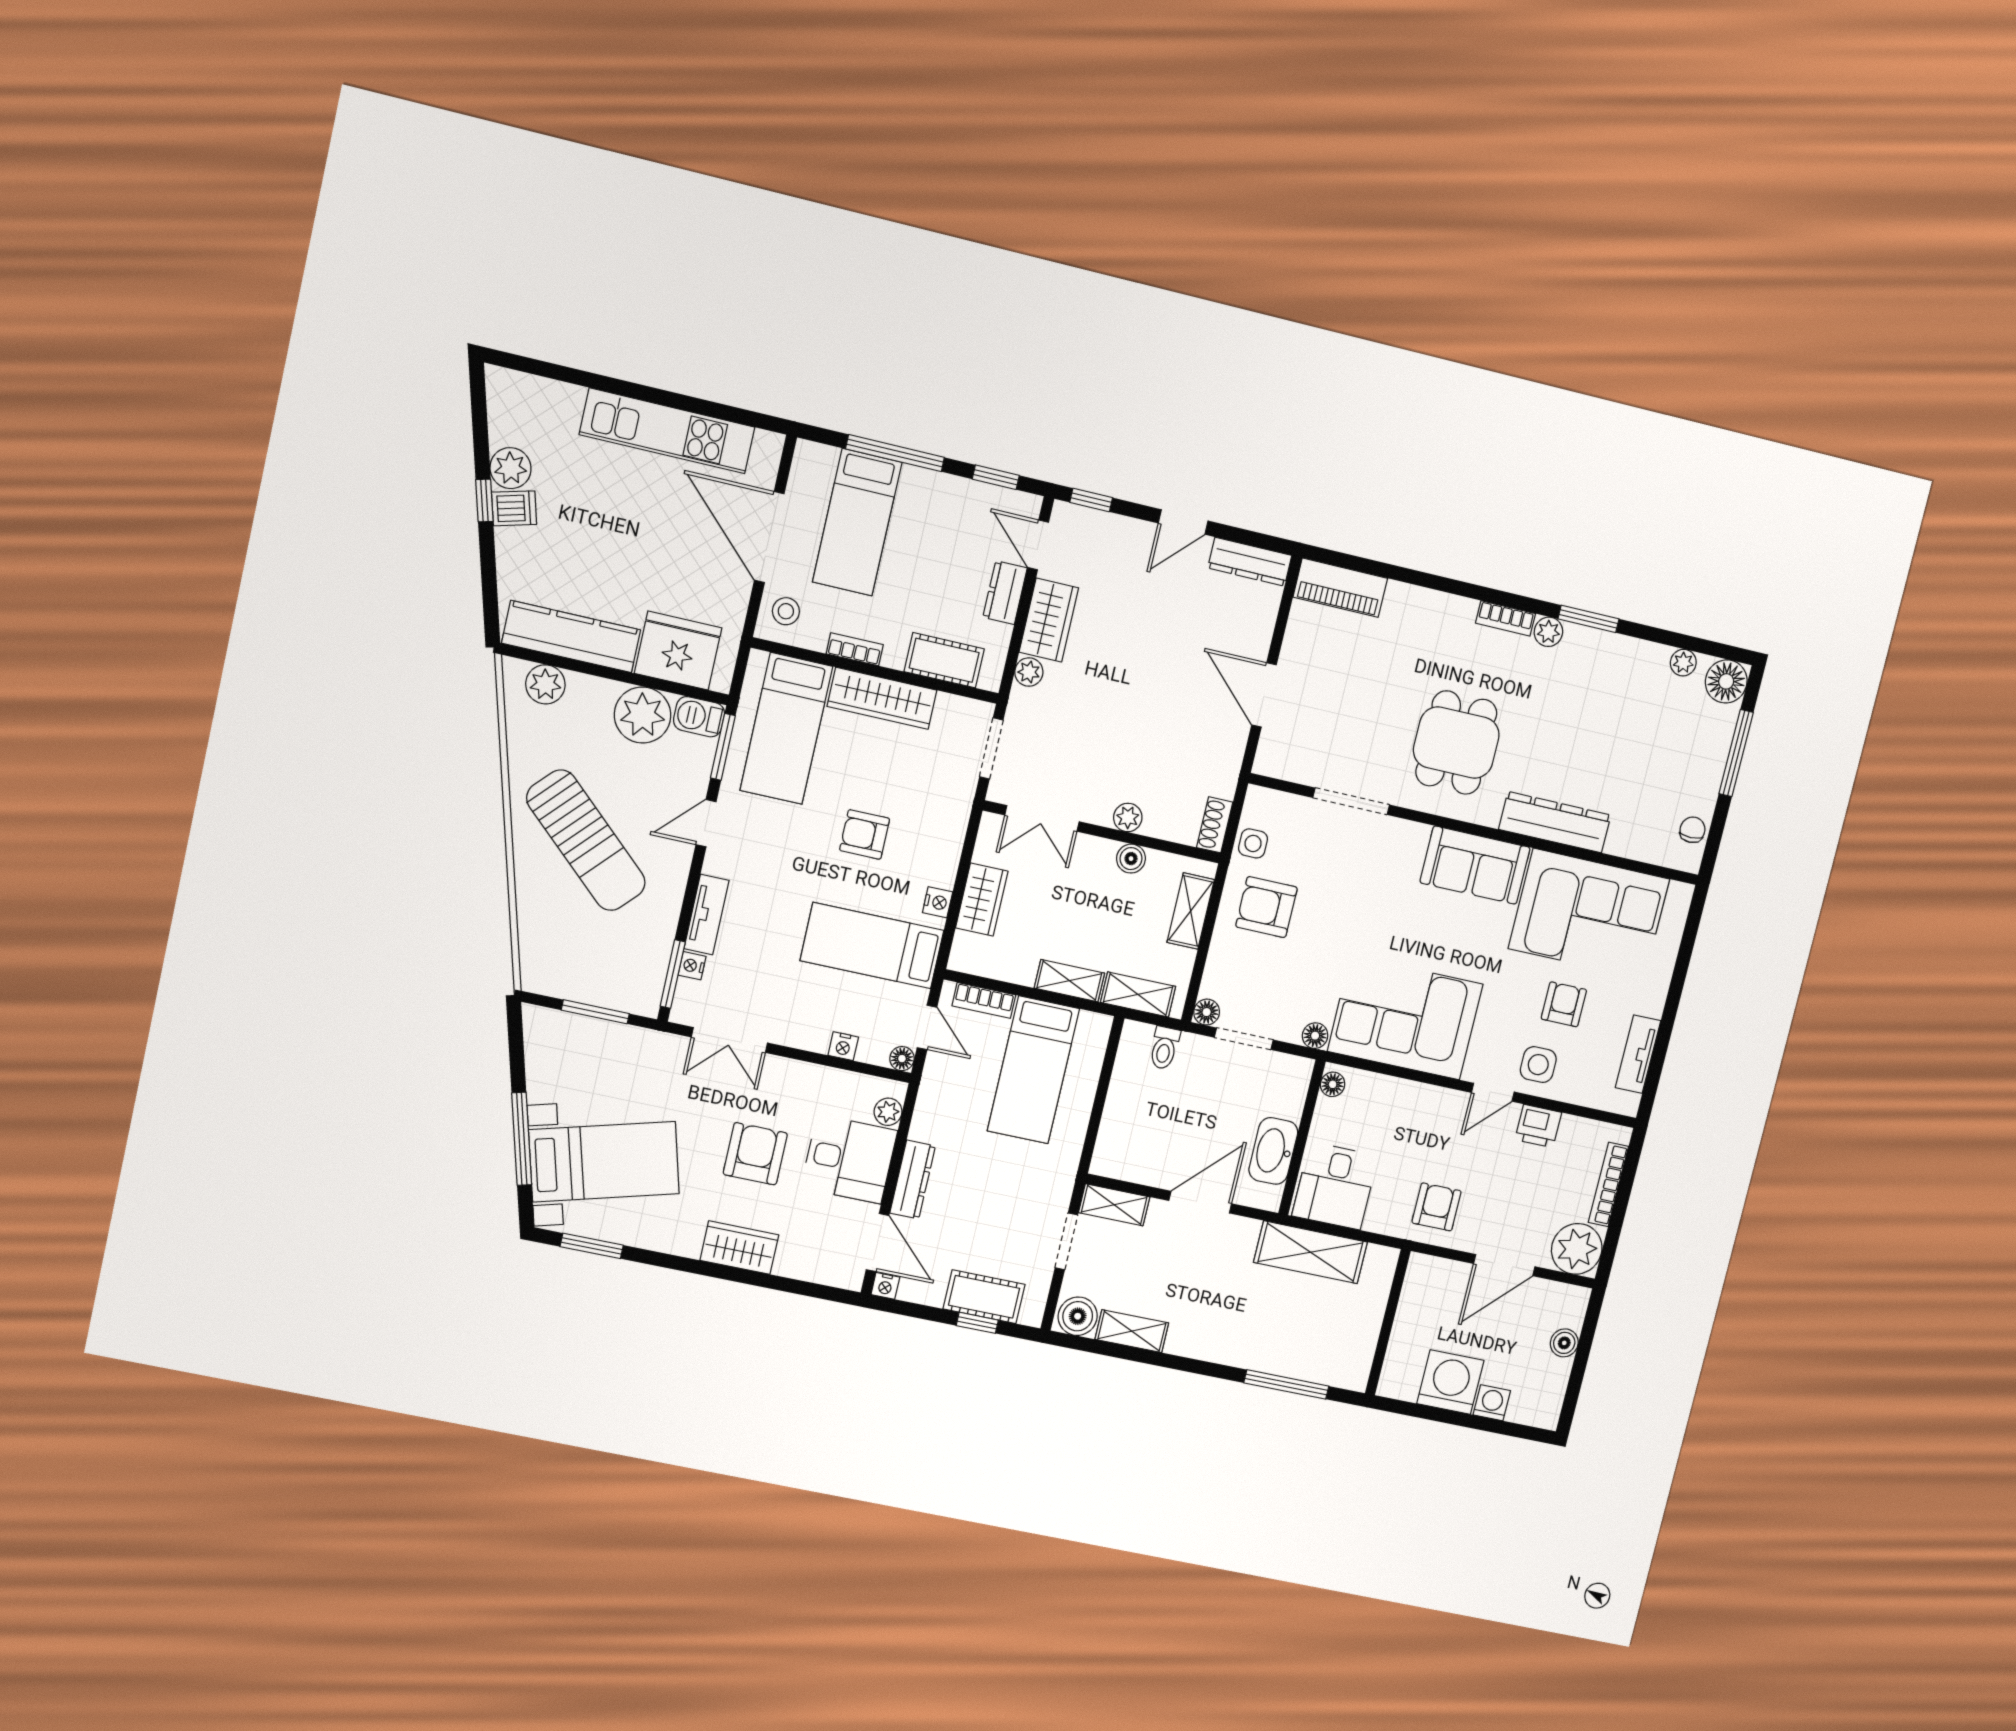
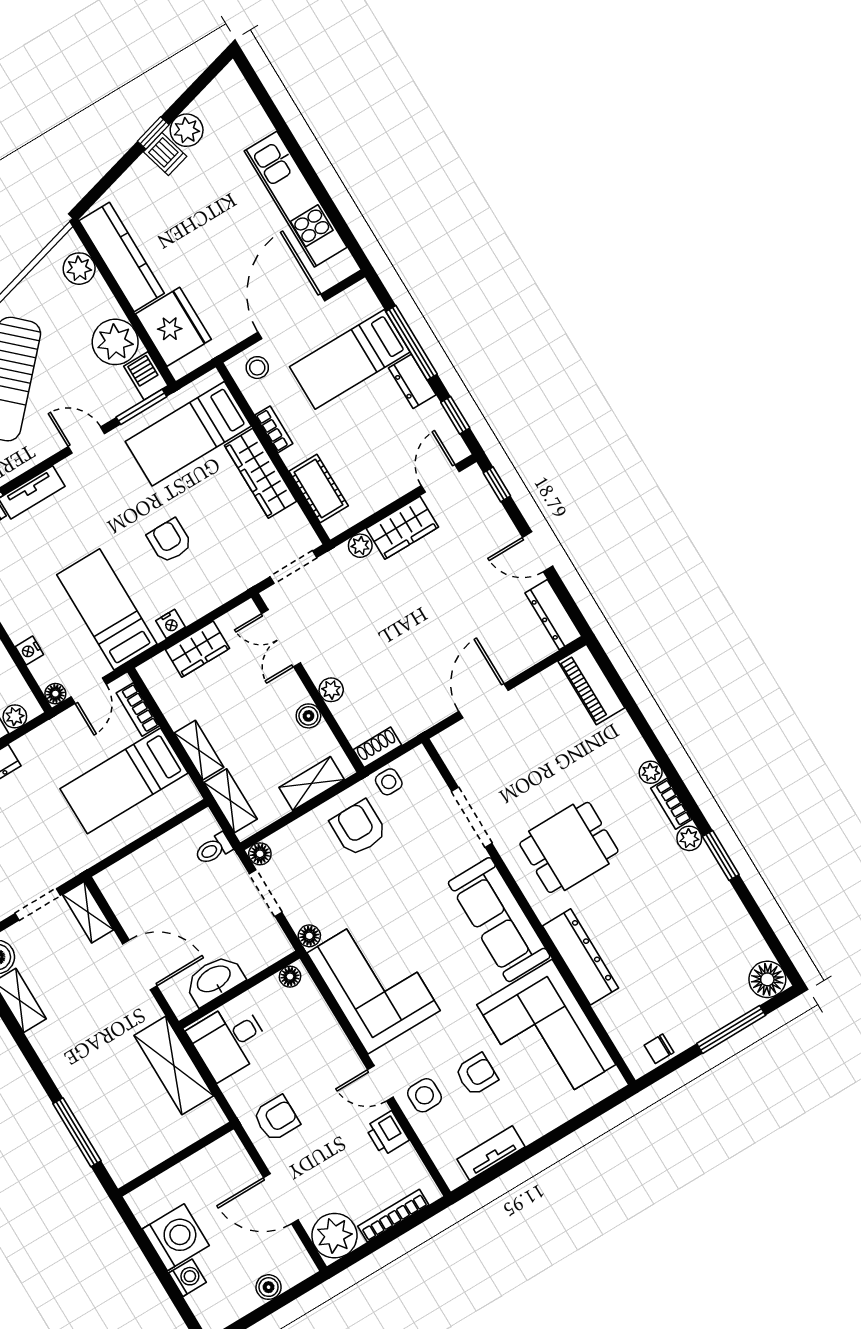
dresser: (1005, 593) -> (412, 381), moved, turned -90
plant: (1683, 663) -> (651, 772), moved
chair: (1692, 830) -> (659, 1049), turned 180
sofa: (1475, 865) -> (499, 920), width x1.36

